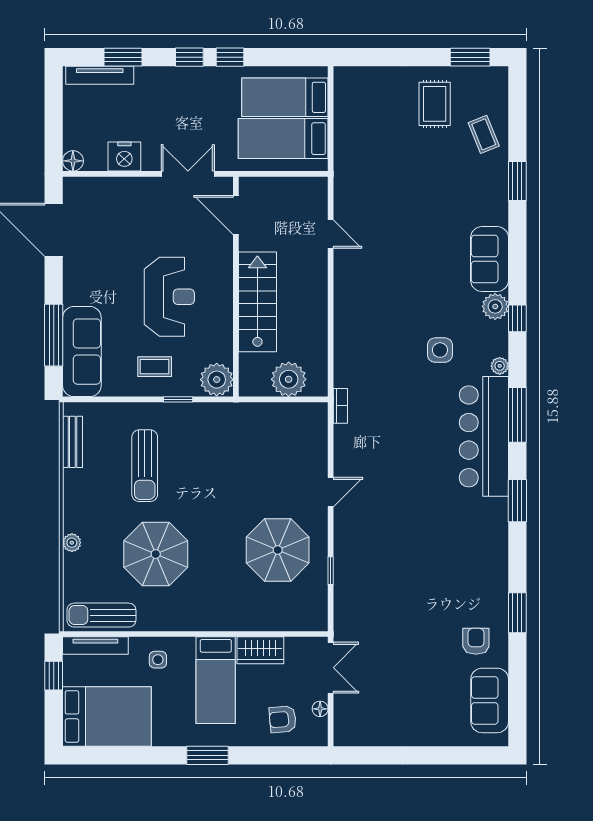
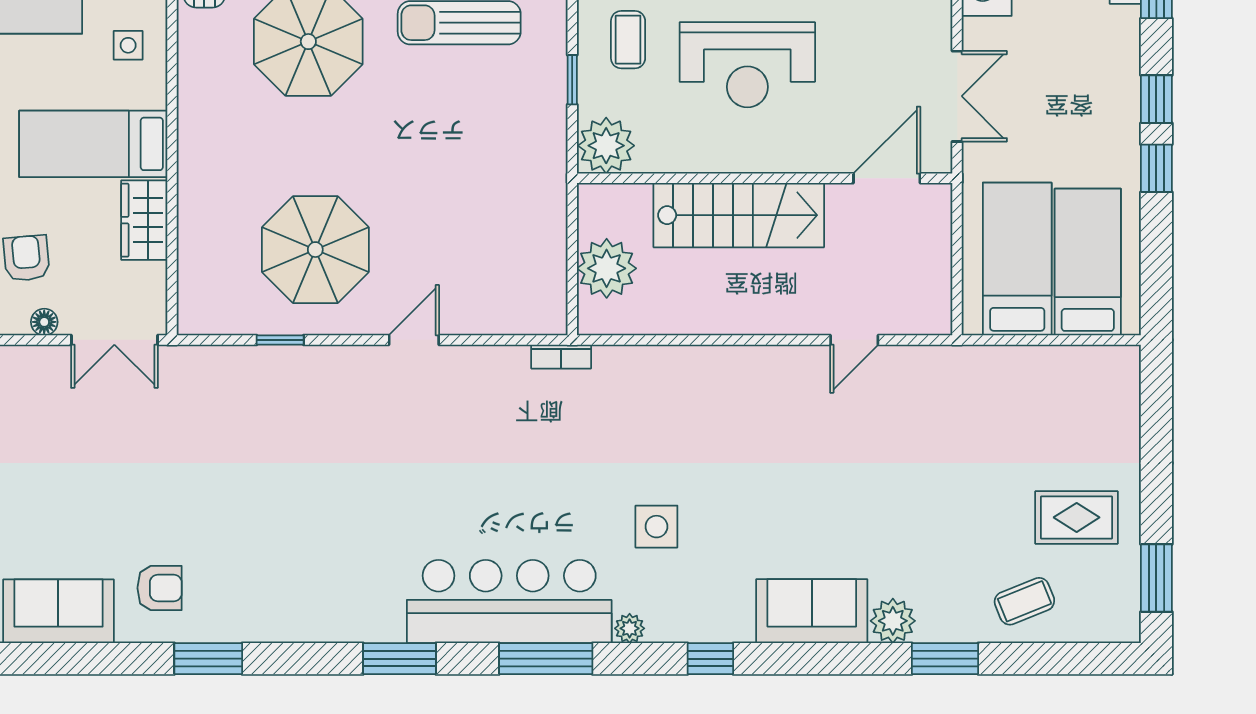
plant: (495, 306) -> (893, 621), moved
door: (331, 492) -> (414, 340), swing flipped

